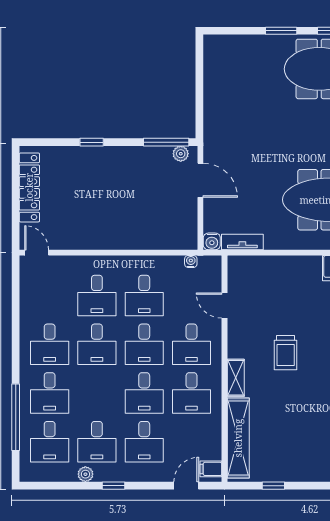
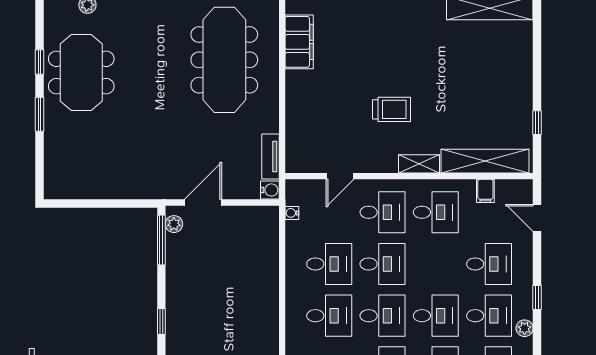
desk: (144, 393) -> (436, 316), moved
filing cabinet: (211, 469) -> (485, 191), moved

